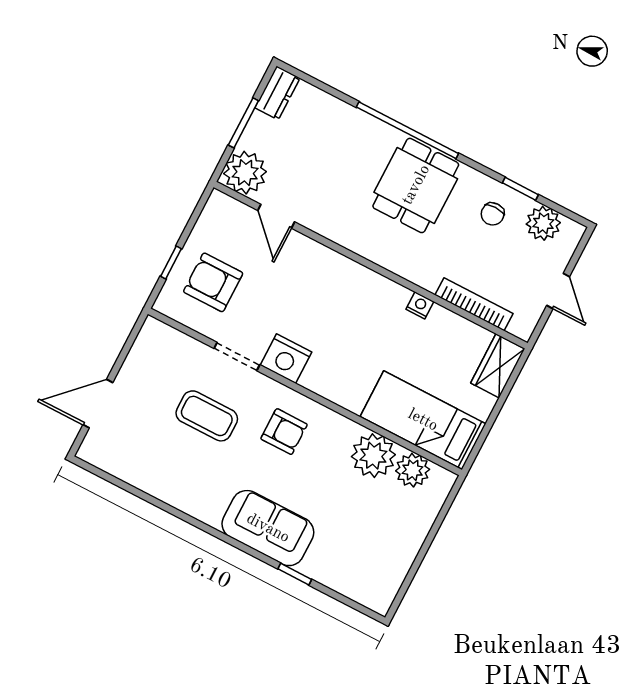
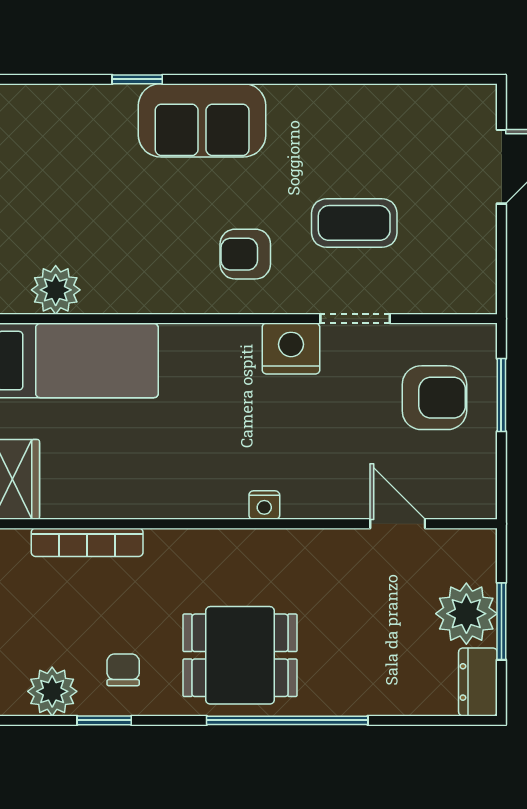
plant: (245, 173) -> (466, 614), moved
dining table: (416, 185) -> (240, 655), turned 90
window: (171, 263) -> (501, 395), width x1.50
nightstand: (420, 305) -> (264, 505), moved
plant: (373, 456) -> (115, 283), removed

